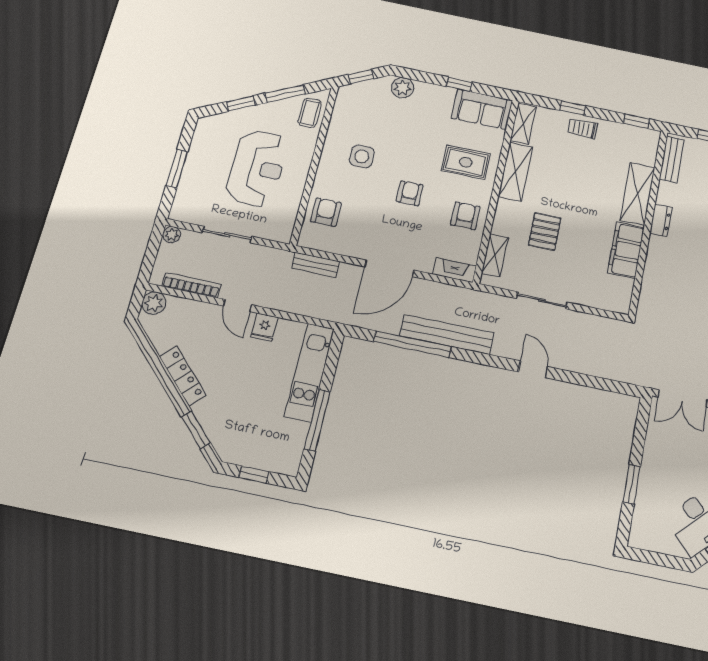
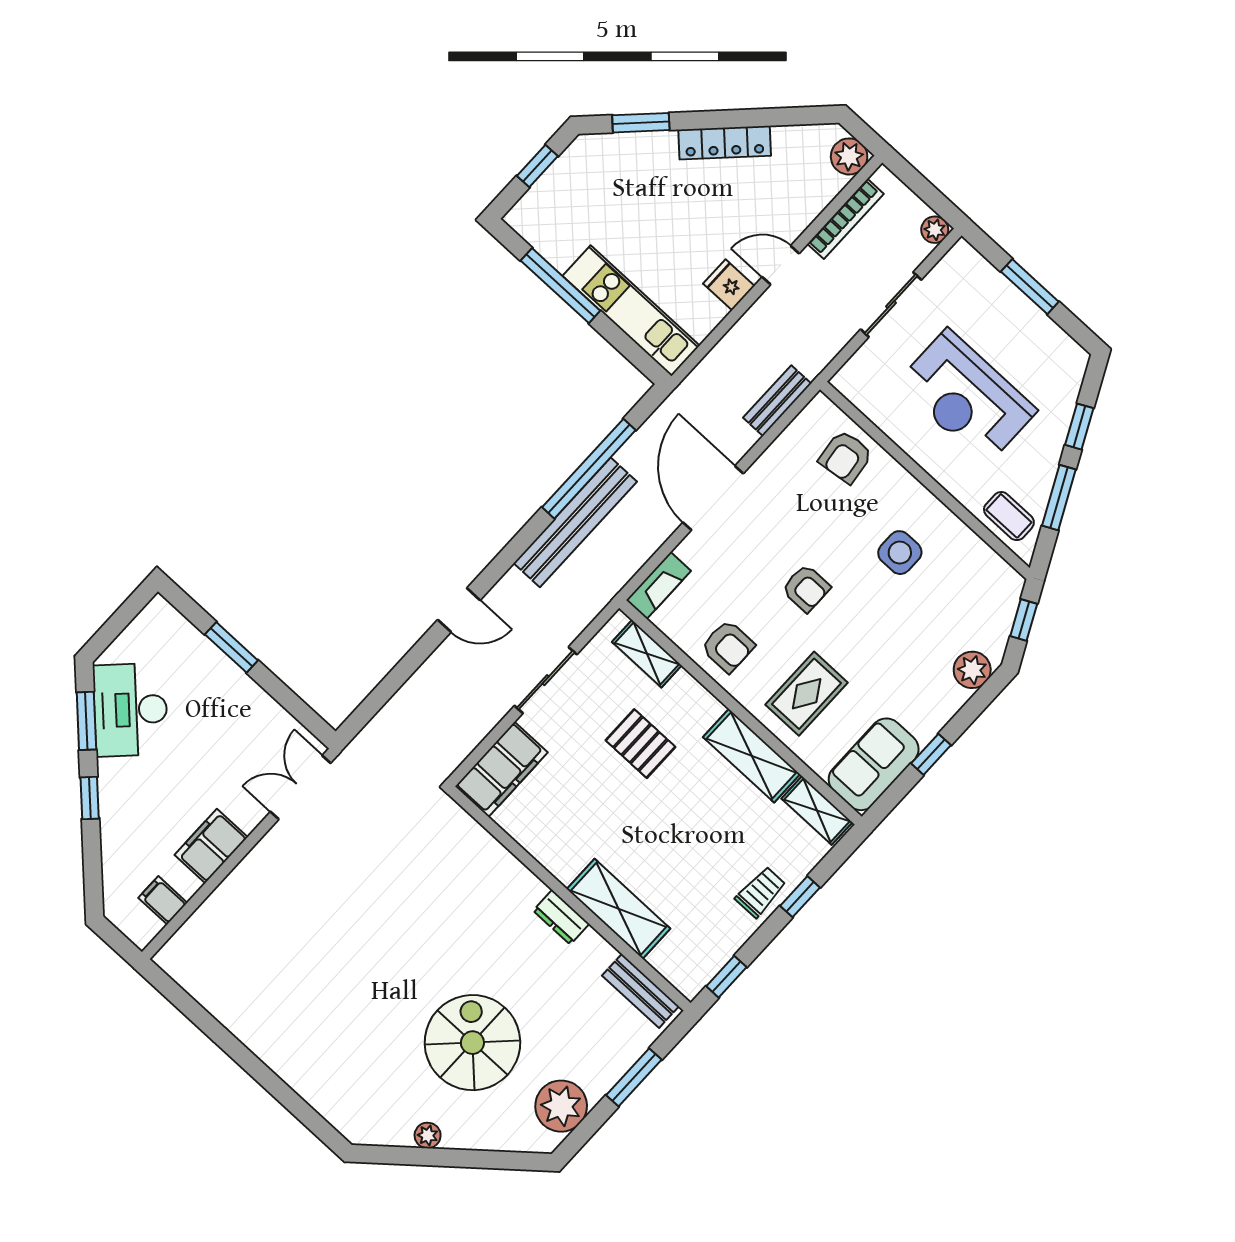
armchair: (326, 212) -> (846, 457), turned 83
filing cabinet: (626, 250) -> (501, 769), moved, turned 90

